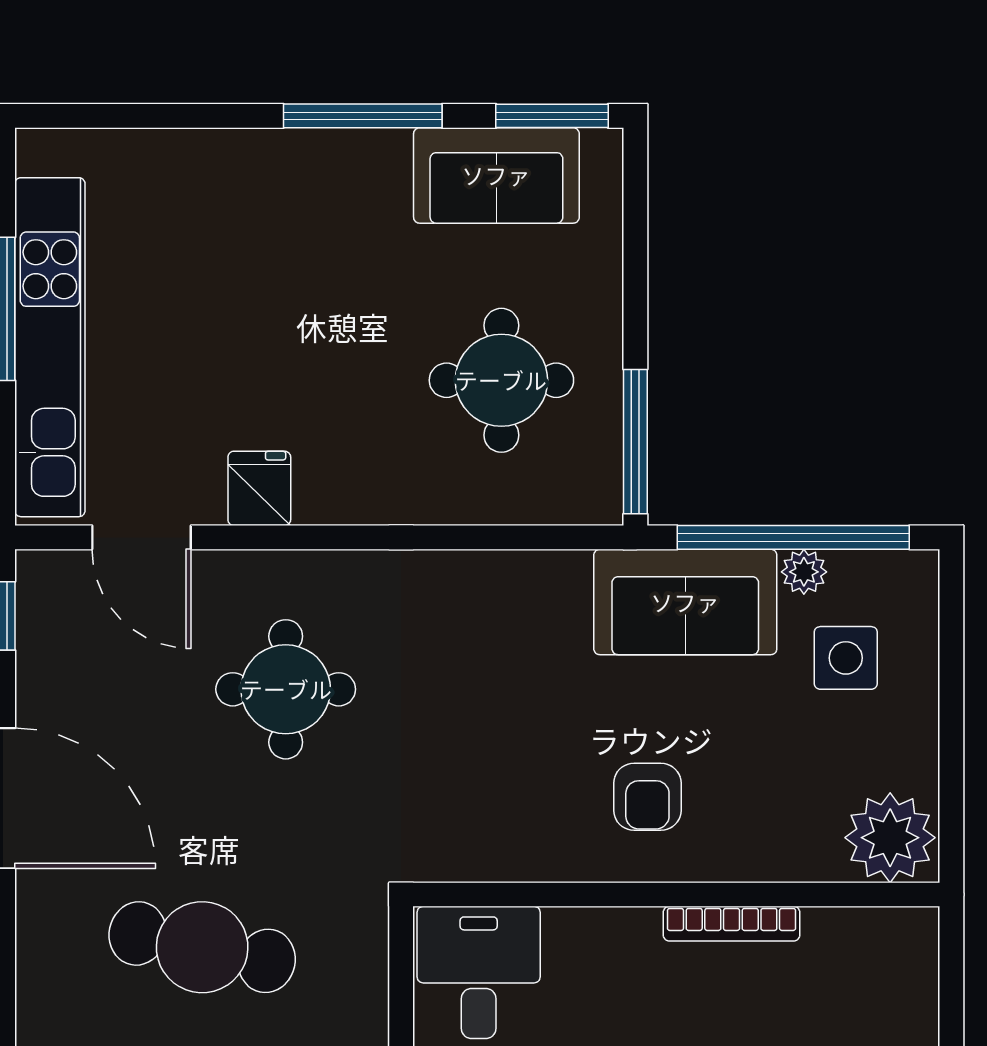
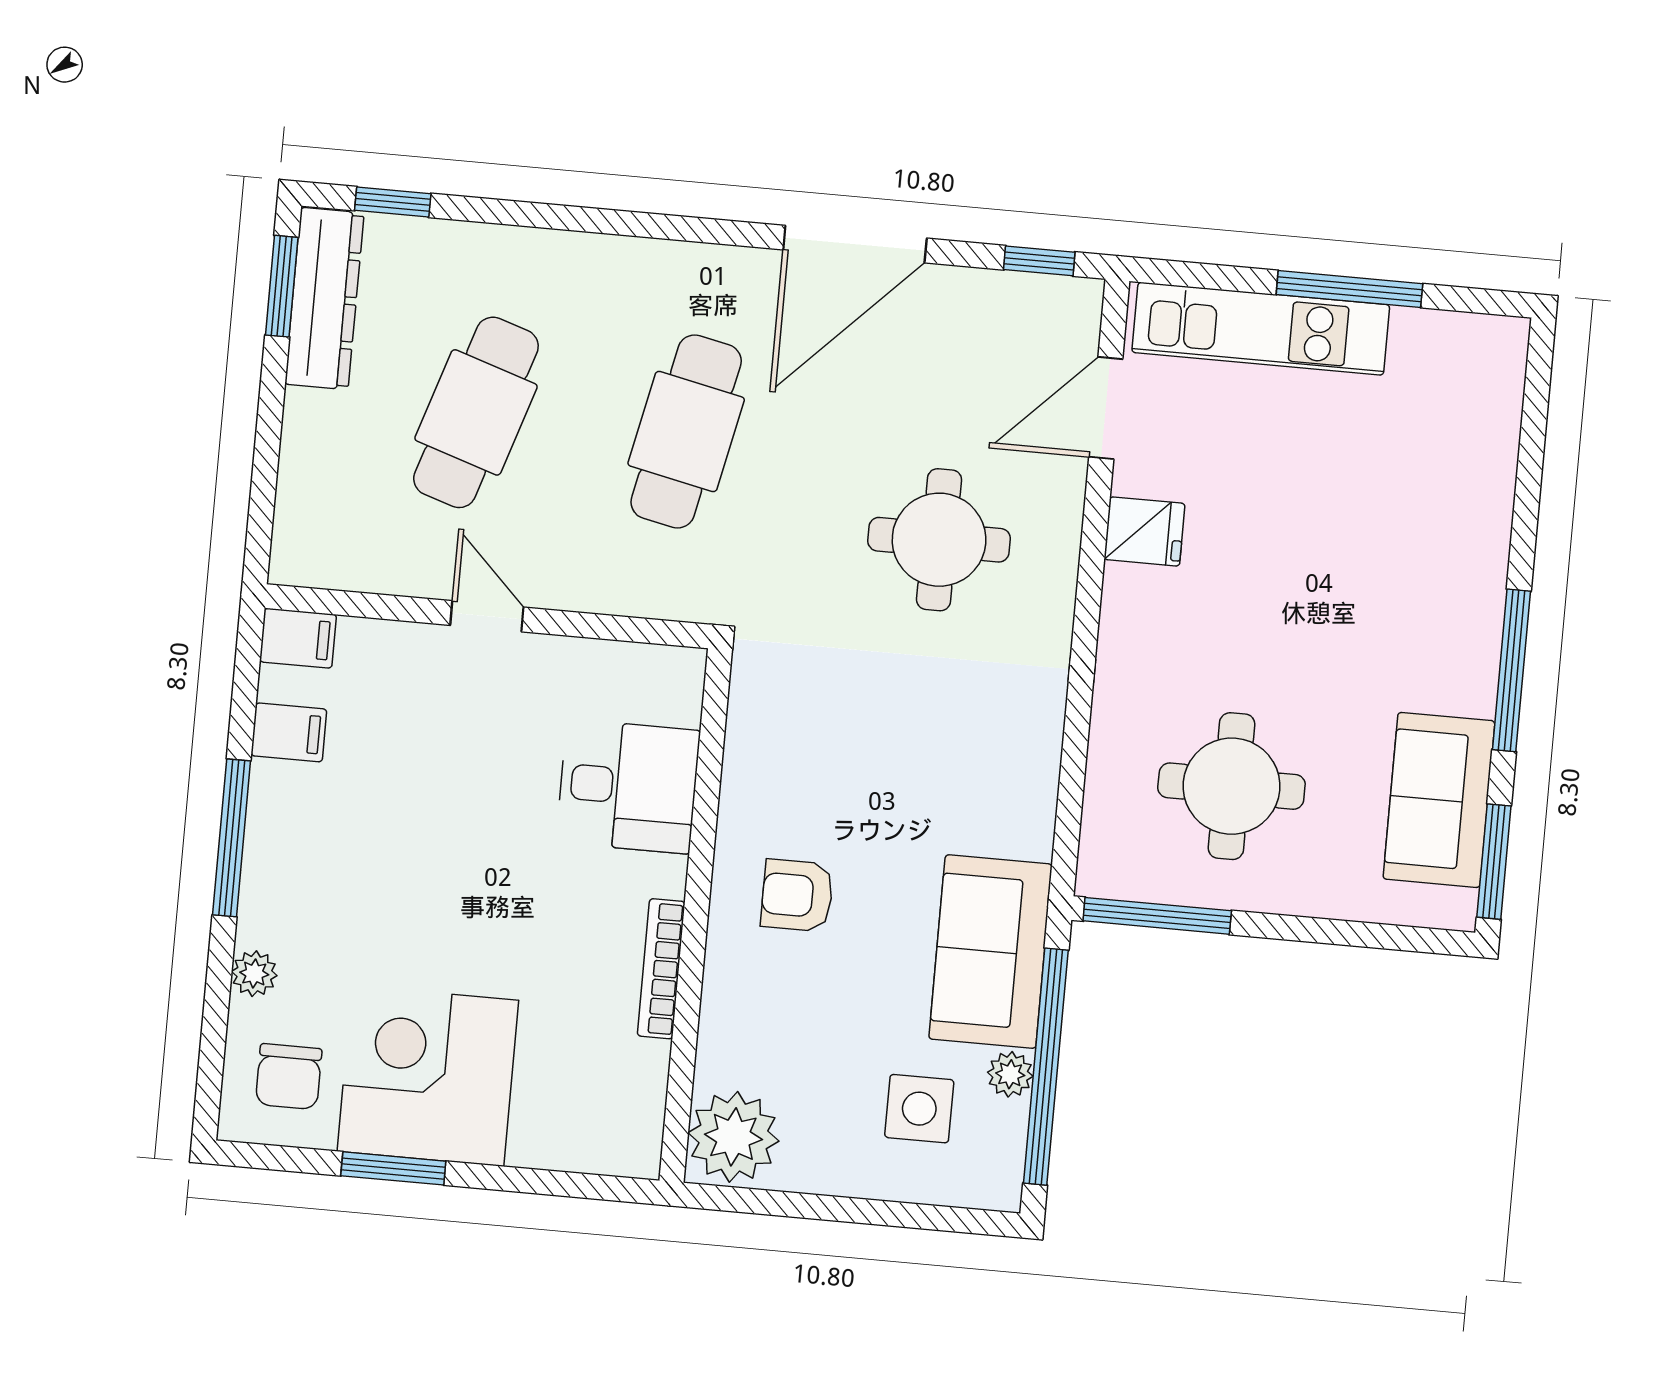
kitchen unit: (50, 347) -> (1261, 329), width x0.73
desk: (479, 972) -> (628, 786), moved

